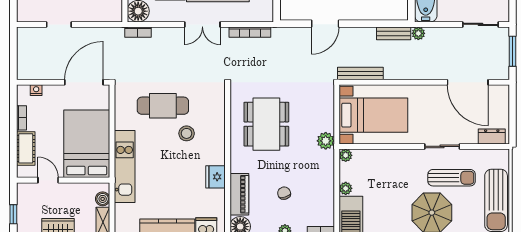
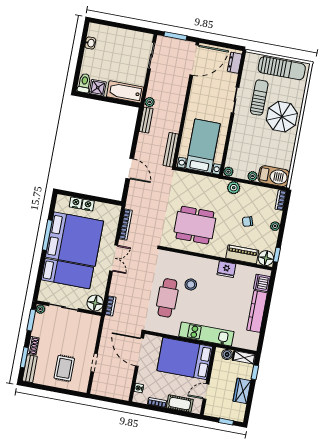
door: (468, 82) -> (194, 60), moved
plant: (326, 141) -> (234, 188), moved

